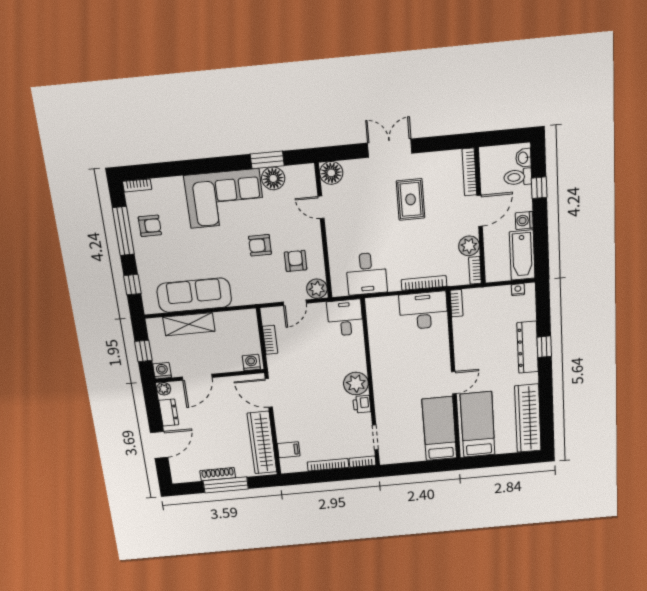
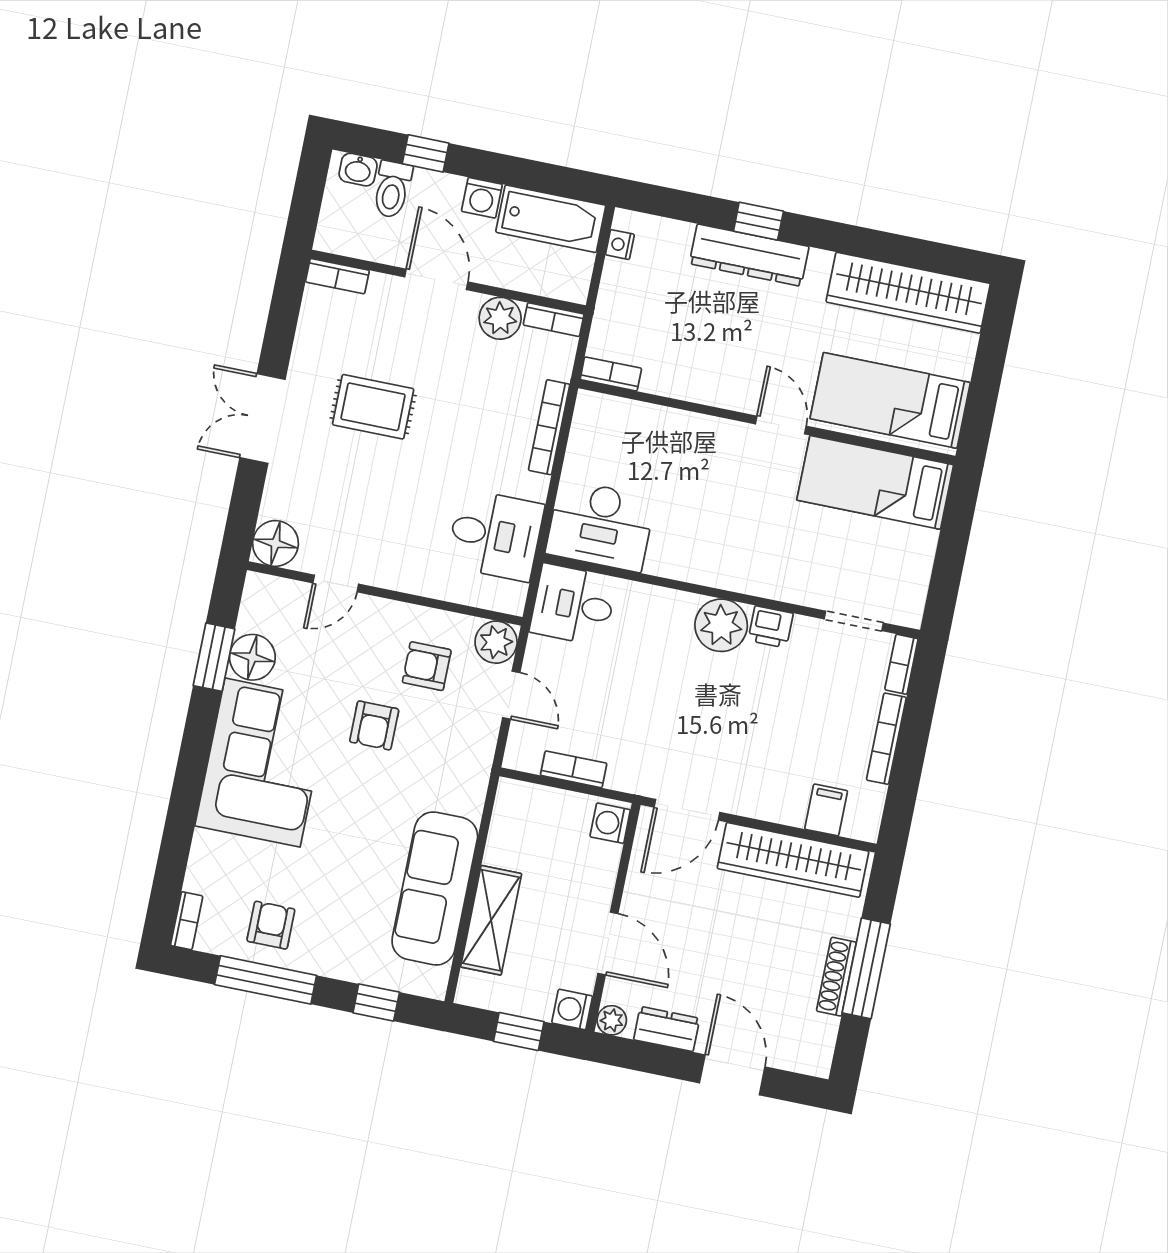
bookcase: (469, 172) -> (337, 276), width x0.64
desk: (423, 311) -> (600, 525), moved, turned -90

